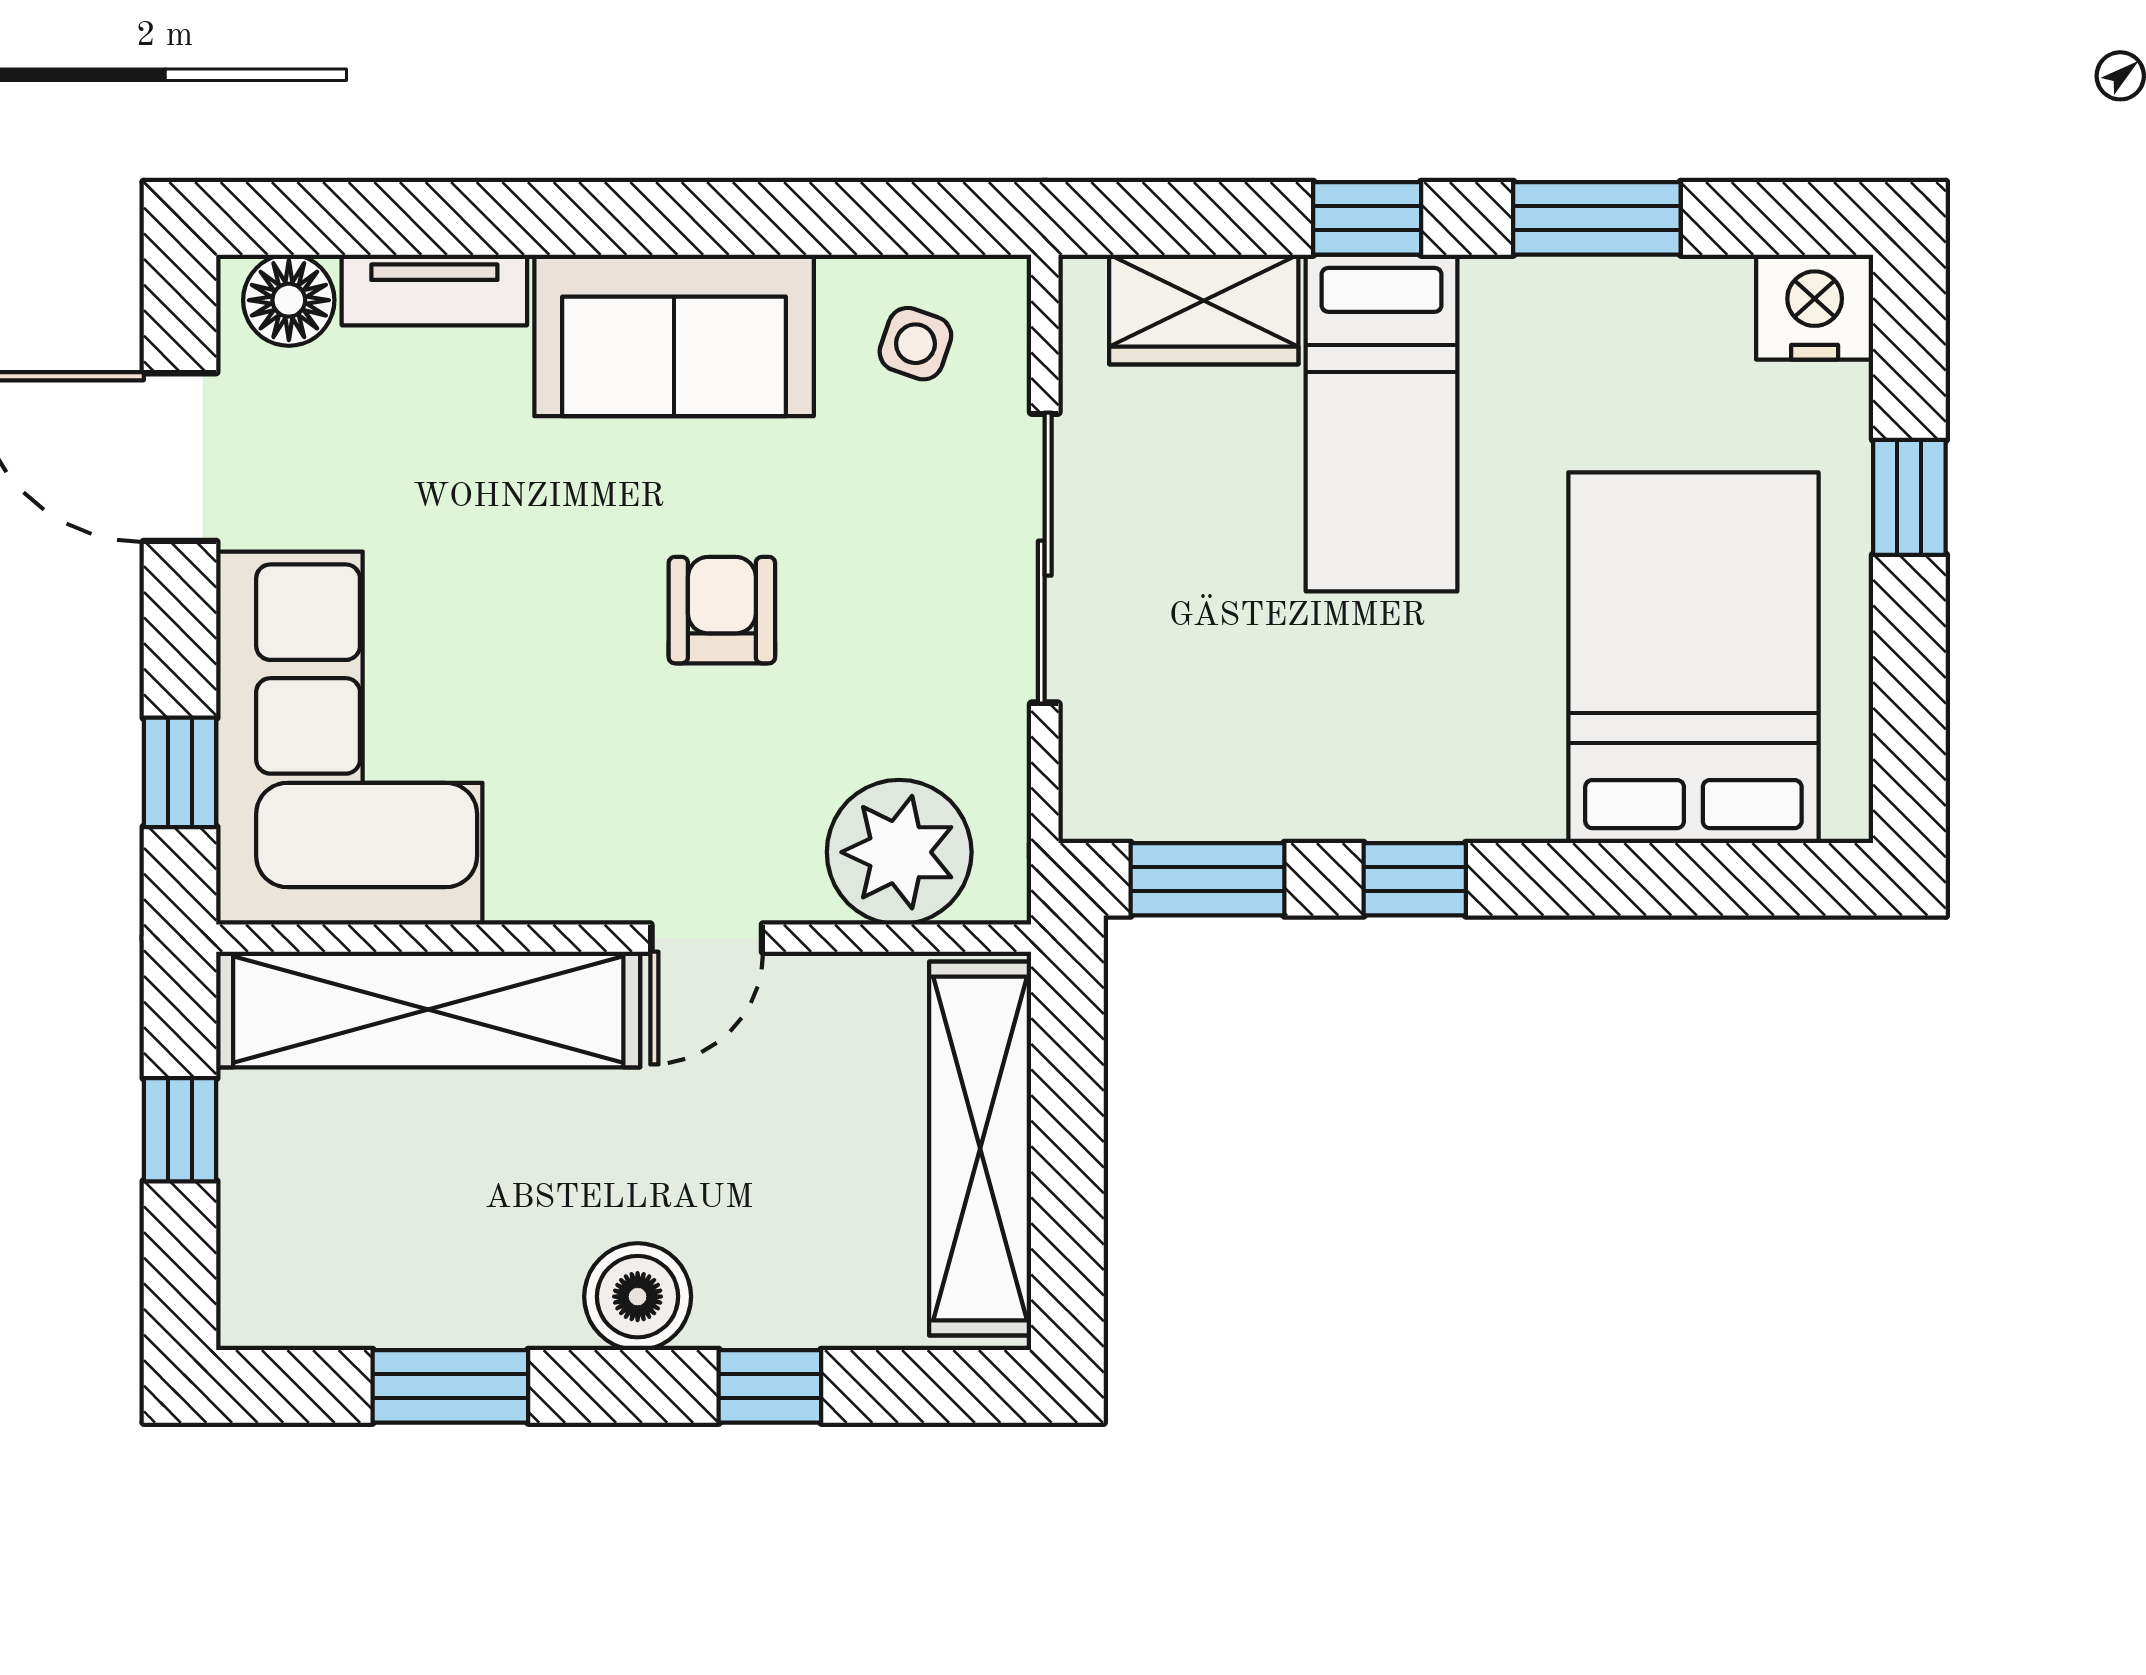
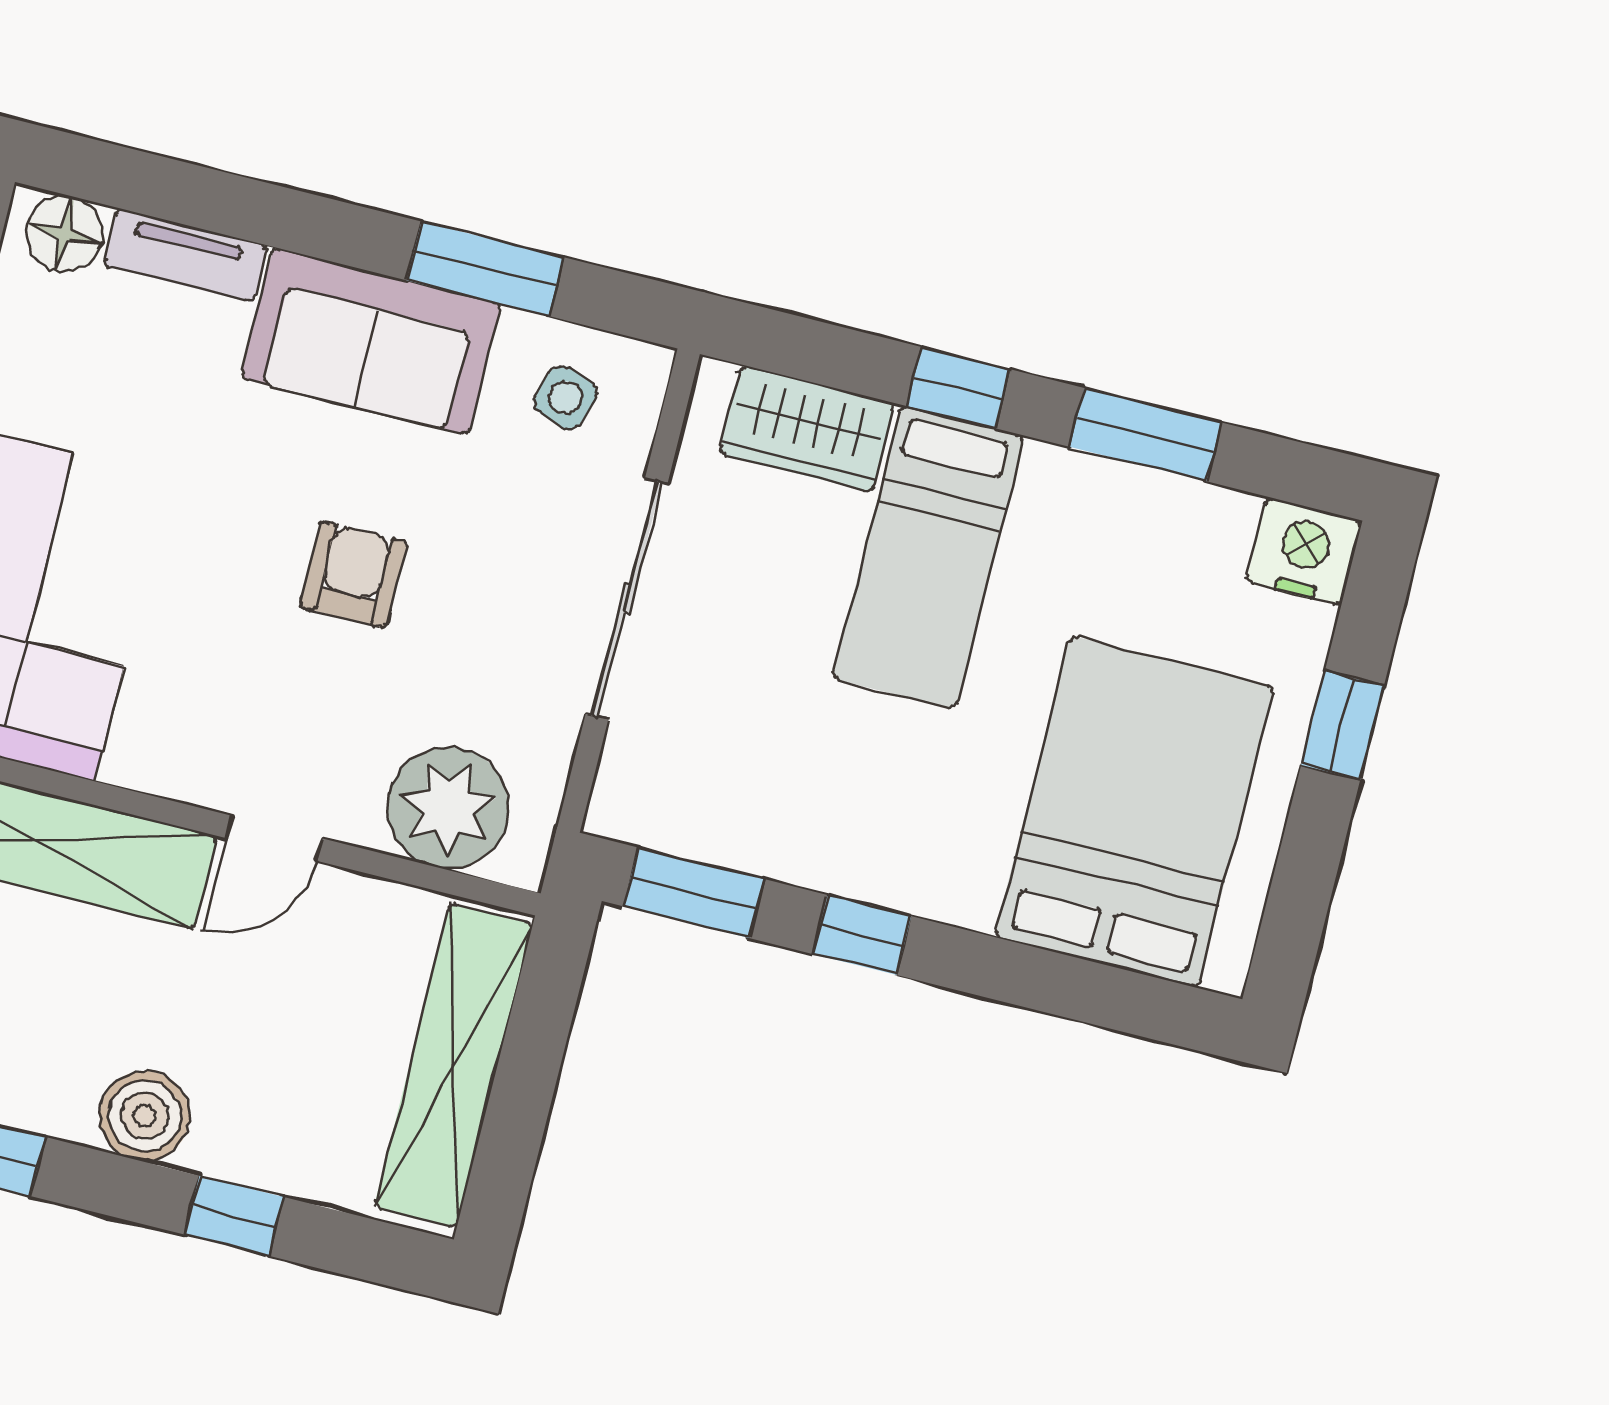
window: (785, 218) -> (485, 269), added

